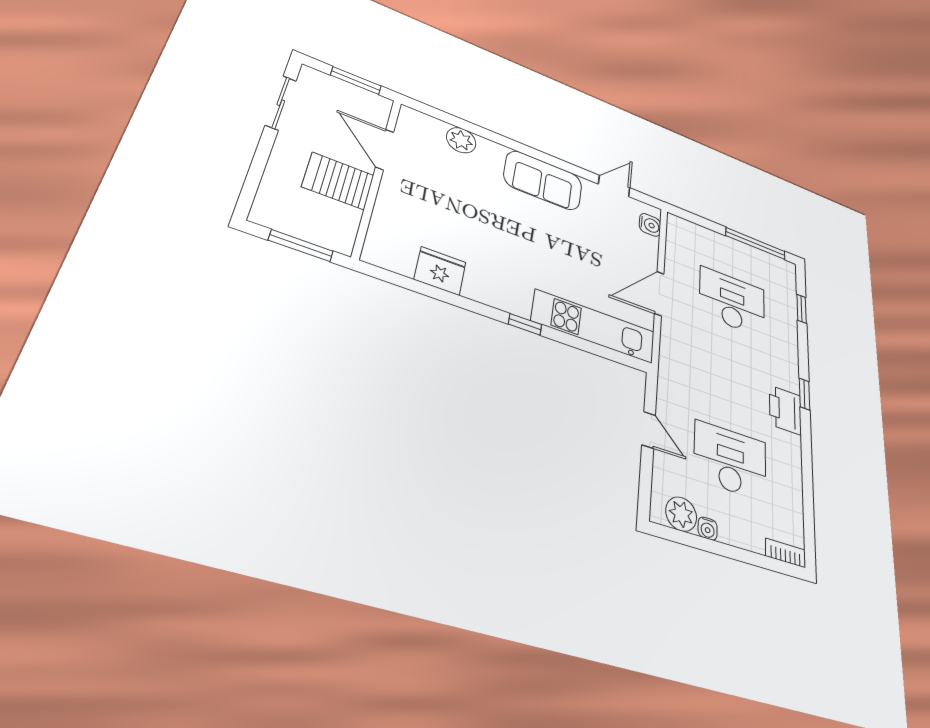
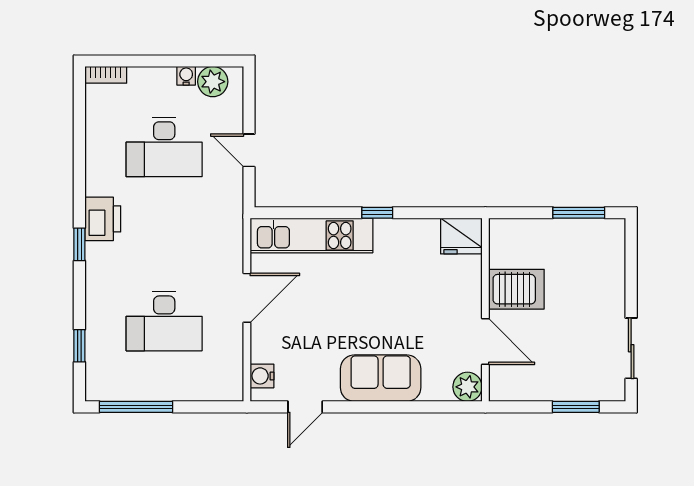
door: (385, 150) -> (485, 342), moved
wall: (377, 176) -> (485, 310), moved
server rack: (338, 181) -> (516, 289), moved

